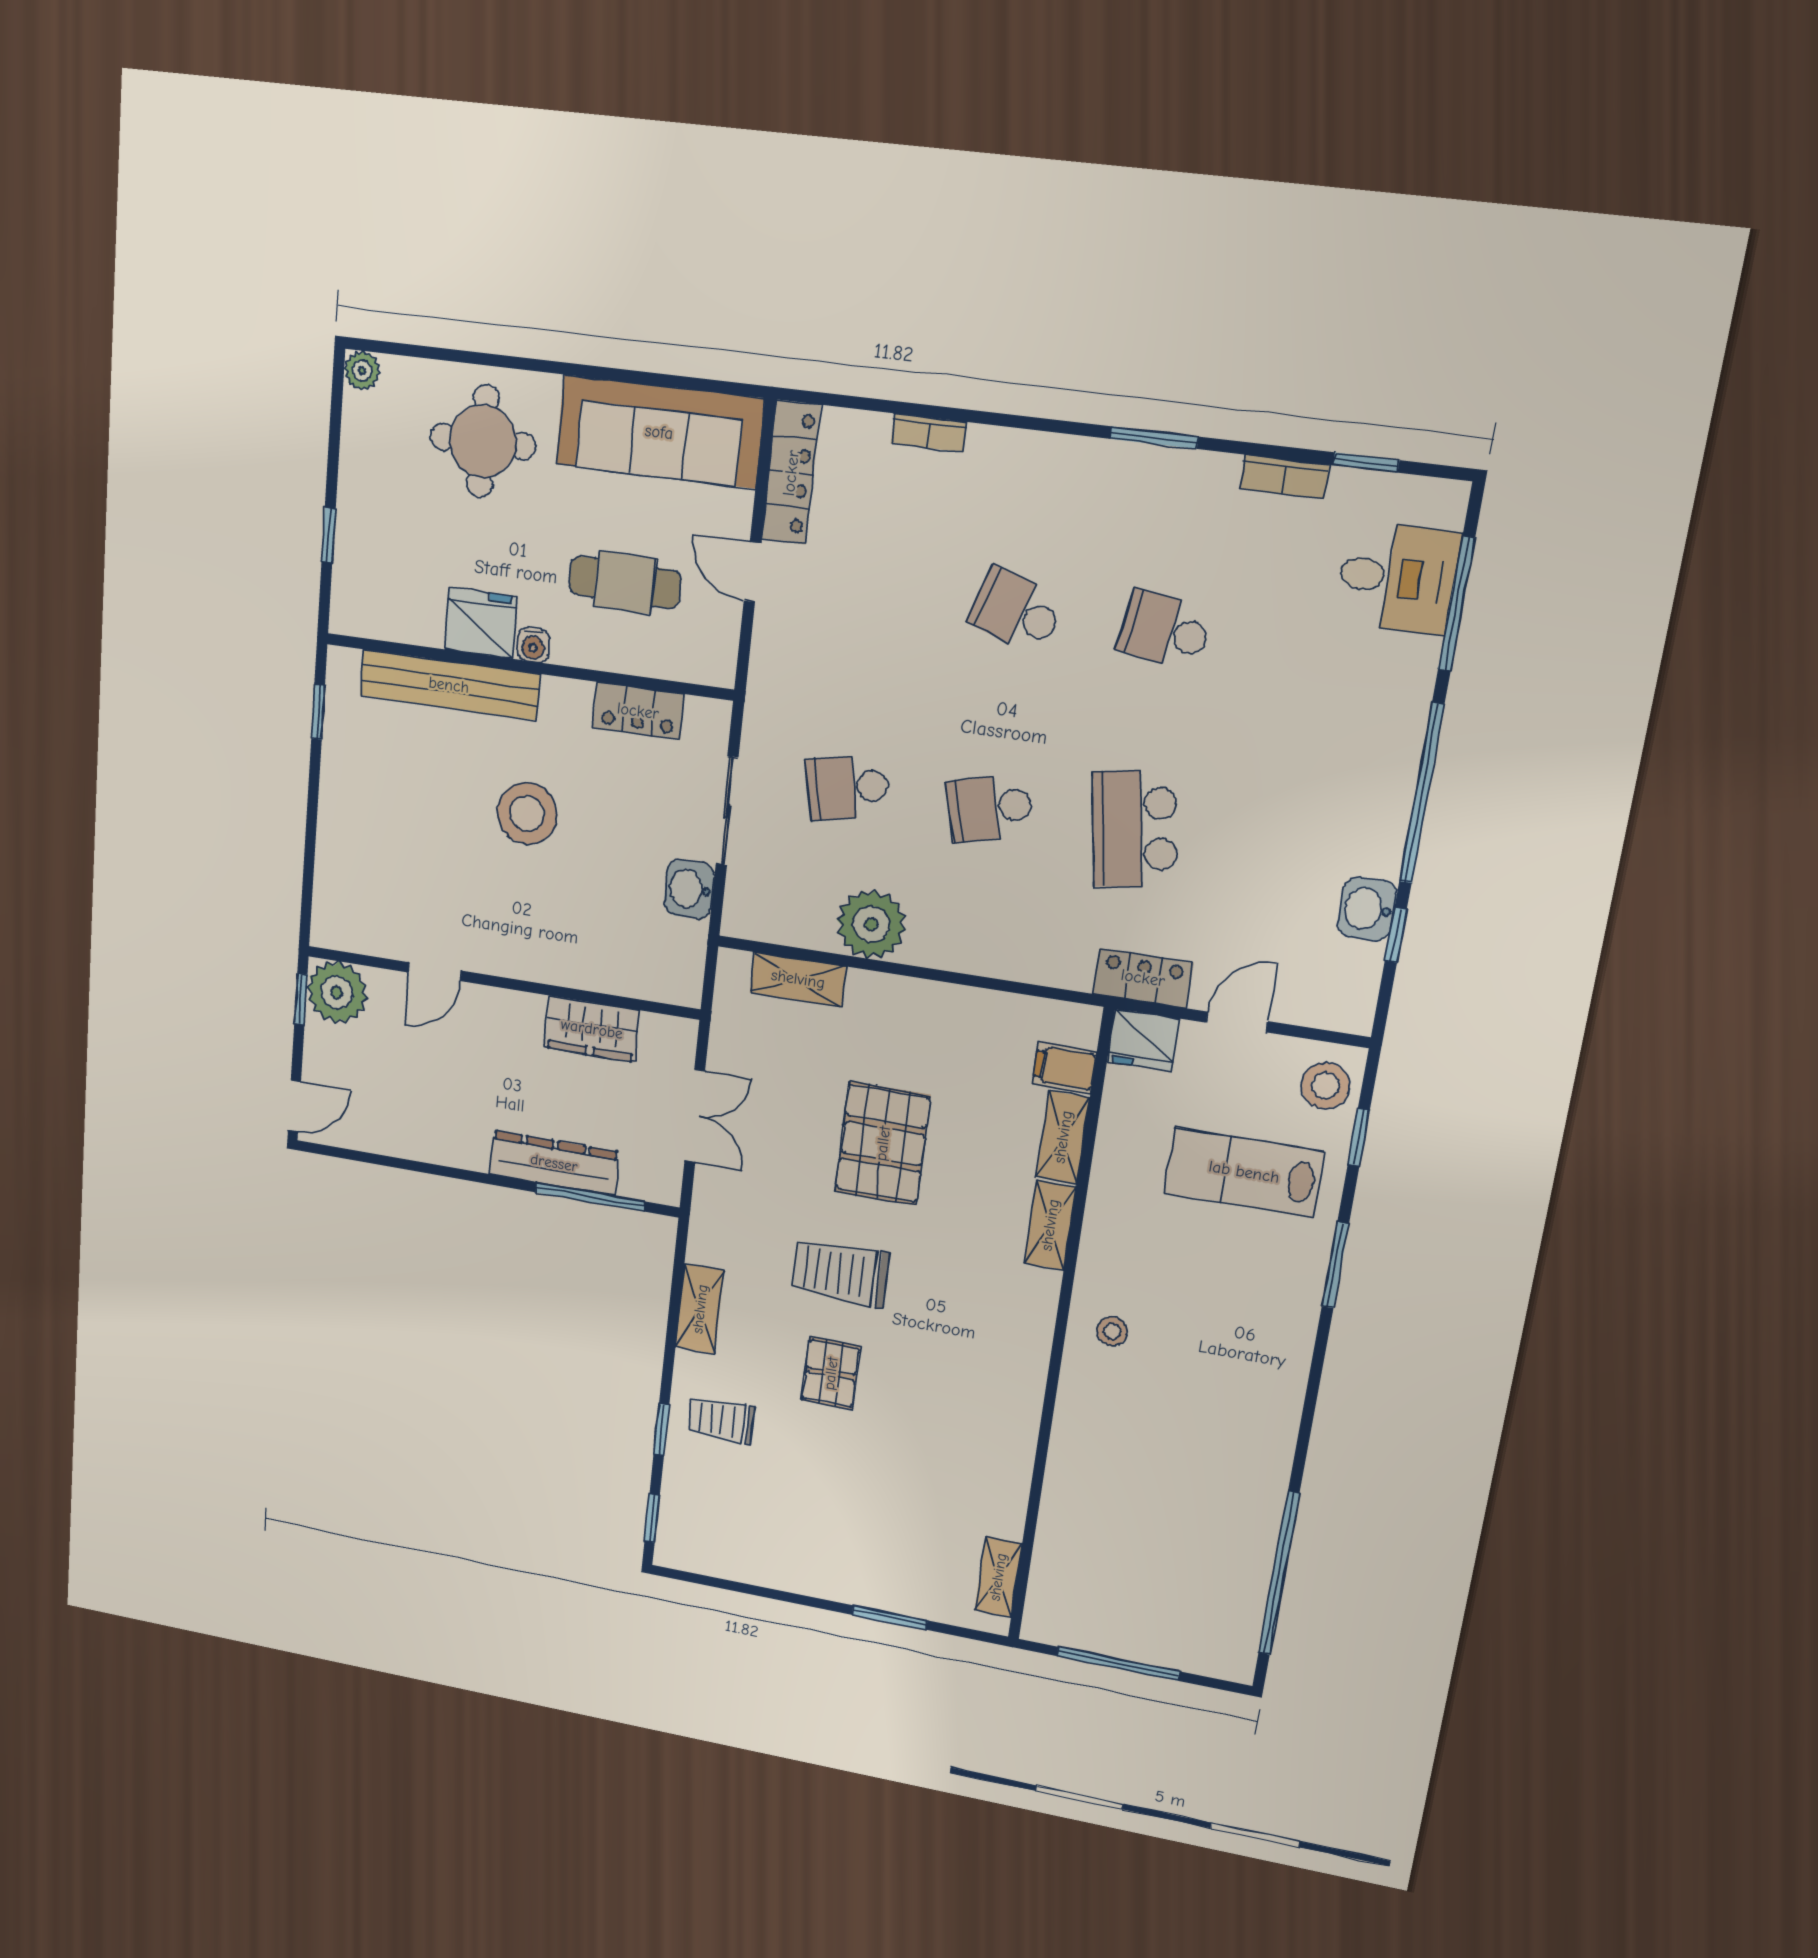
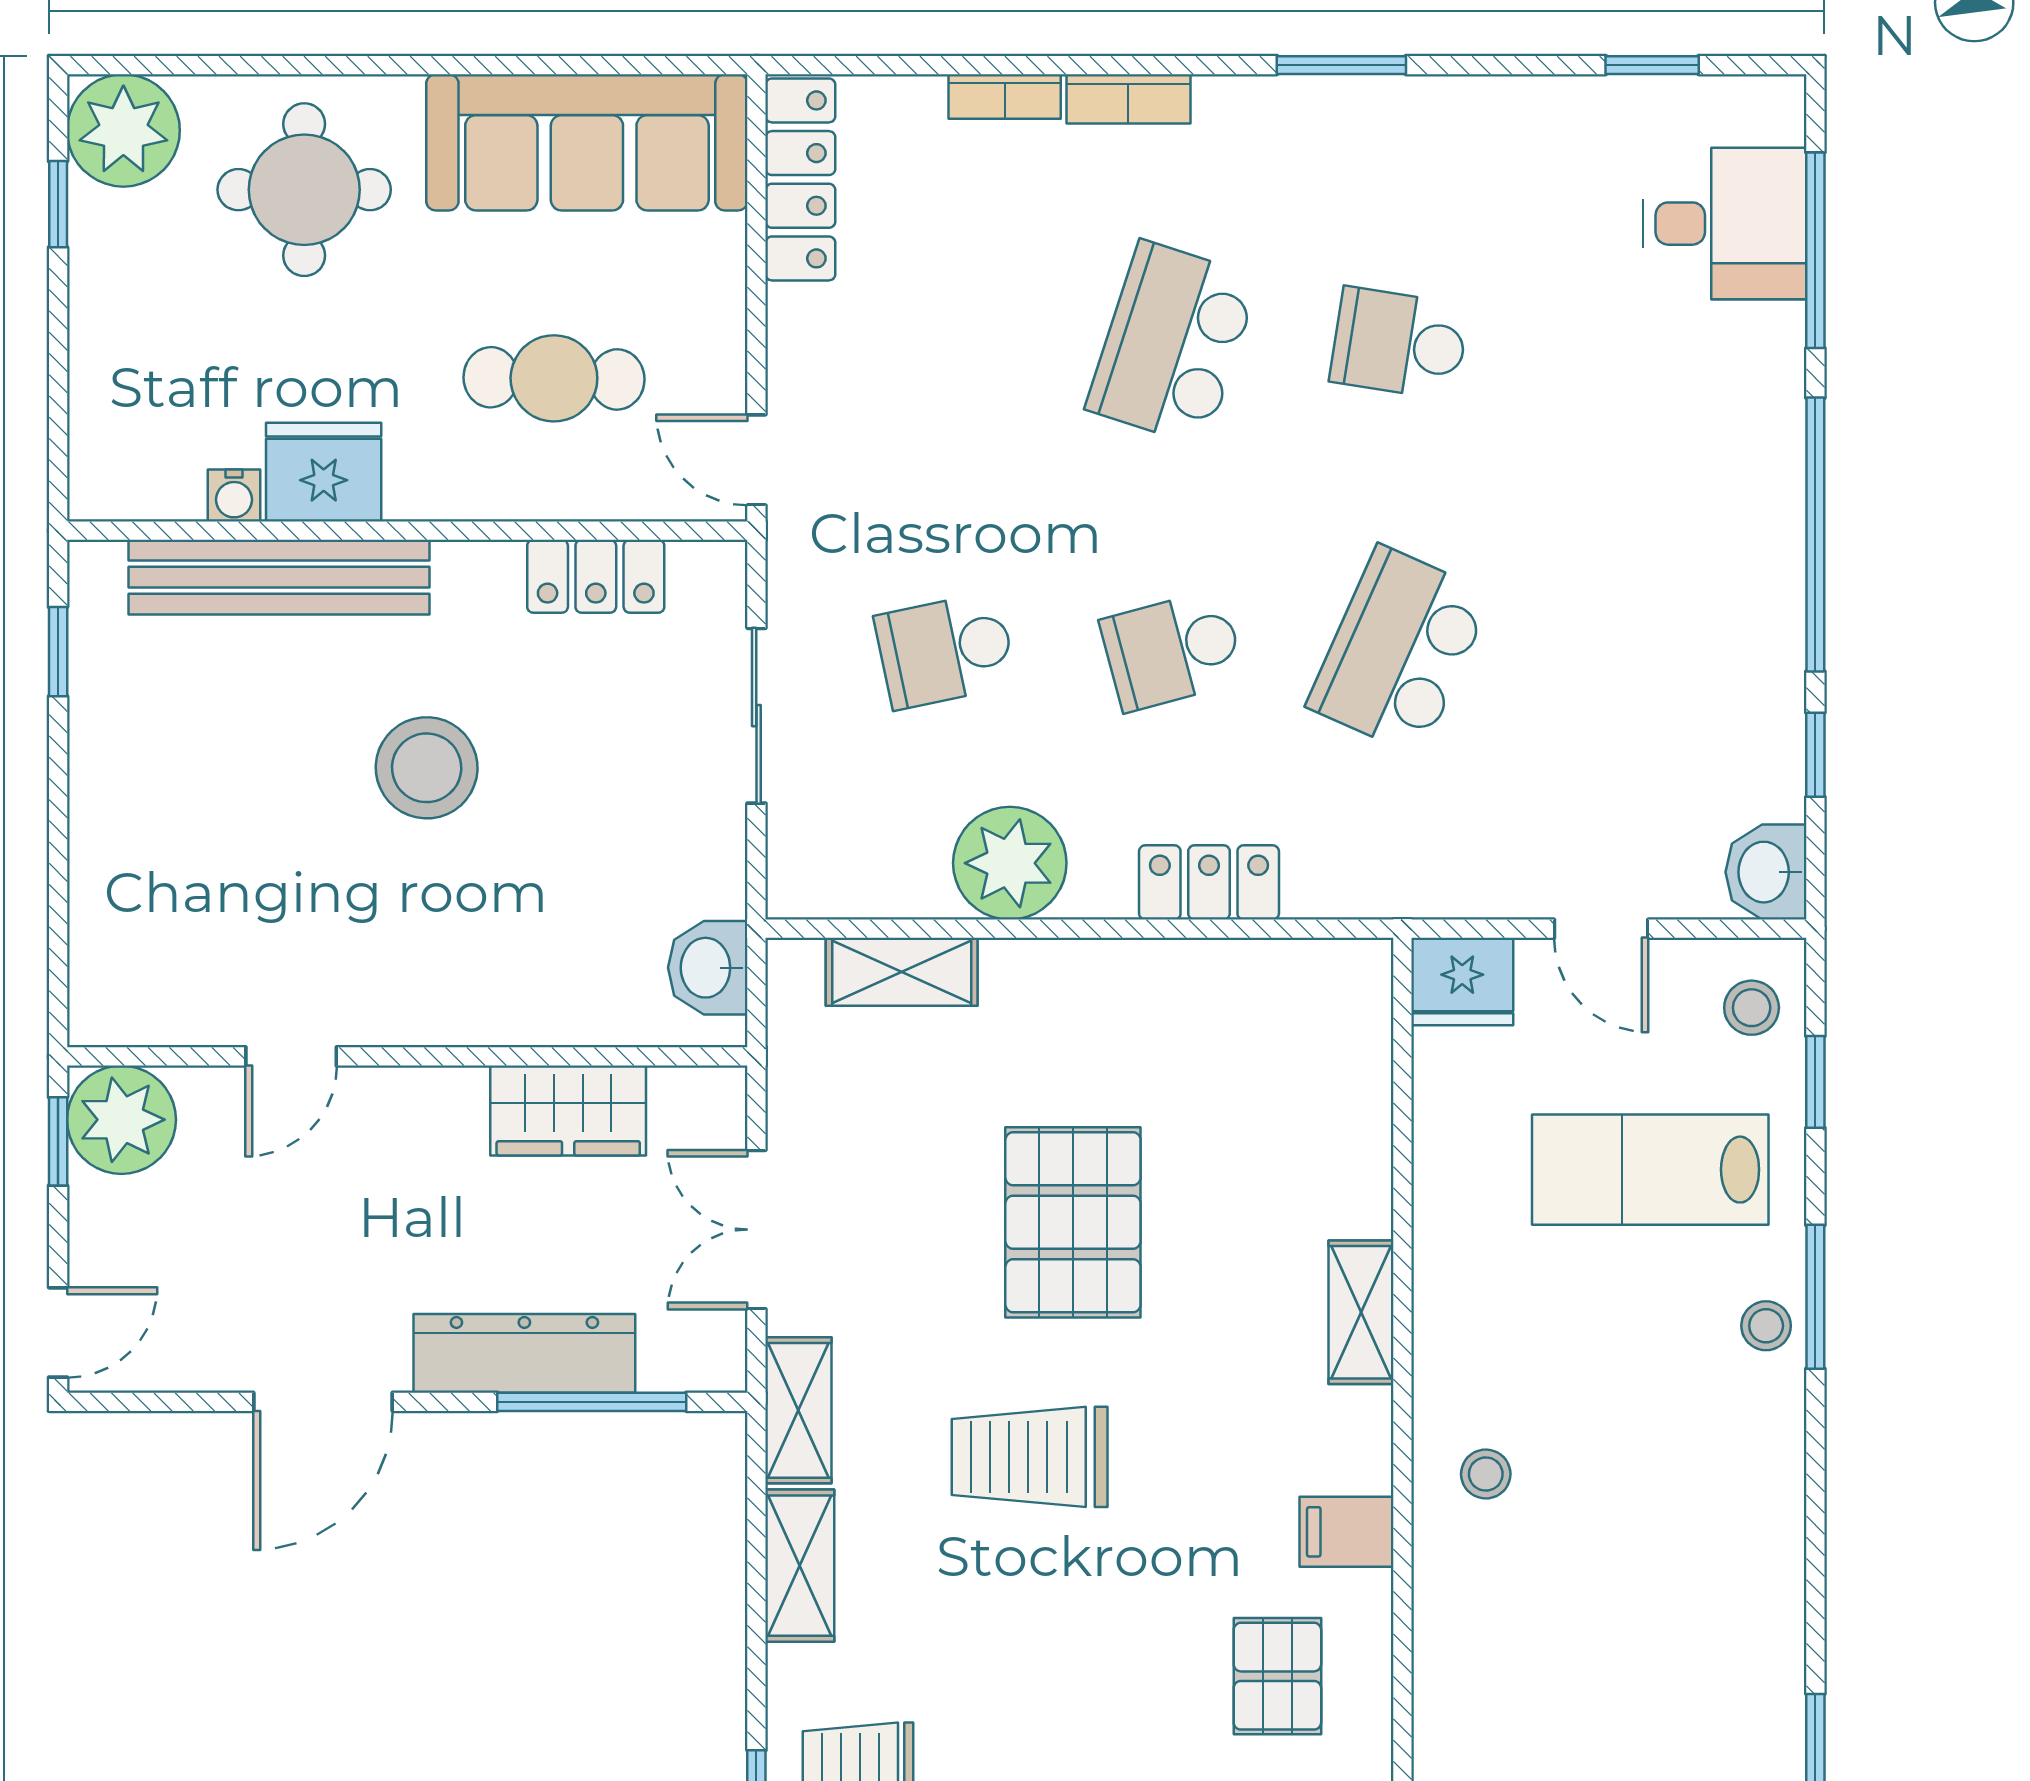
plant: (362, 371) -> (123, 130), width x1.88, depth x1.88
bookcase: (1284, 477) -> (1128, 99), moved
window: (329, 535) -> (58, 204), moved
door: (752, 572) -> (756, 460), moved
school desk: (1016, 611) -> (1172, 343), width x1.85
water cooler: (533, 645) -> (234, 495), moved
school desk: (1135, 829) -> (1399, 650), turned 33
washbasin: (689, 889) -> (708, 968), moved
washbasin: (1367, 909) -> (1766, 872), moved
locker: (1143, 978) -> (1209, 882), moved
door: (1237, 1022) -> (1601, 929), swing flipped
filing cabinet: (1064, 1068) -> (1347, 1532), moved
stool: (1326, 1086) -> (1752, 1008), width x0.73, depth x0.73
double door: (695, 1116) -> (756, 1230), swing flipped
shelving: (1063, 1137) -> (798, 1410), moved
door: (438, 1170) -> (323, 1402), added
stool: (1301, 1277) -> (1766, 1326), added
pallet: (831, 1373) -> (1277, 1676), moved

